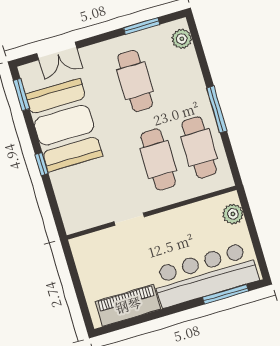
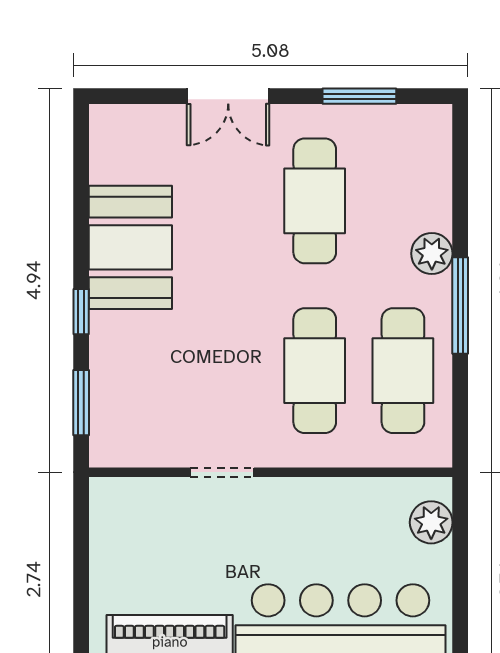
plant: (182, 39) -> (432, 254), moved
double door: (57, 51) -> (228, 96), moved
window: (21, 95) -> (81, 403), moved
booth: (64, 125) -> (130, 247), width x0.73, depth x0.70

